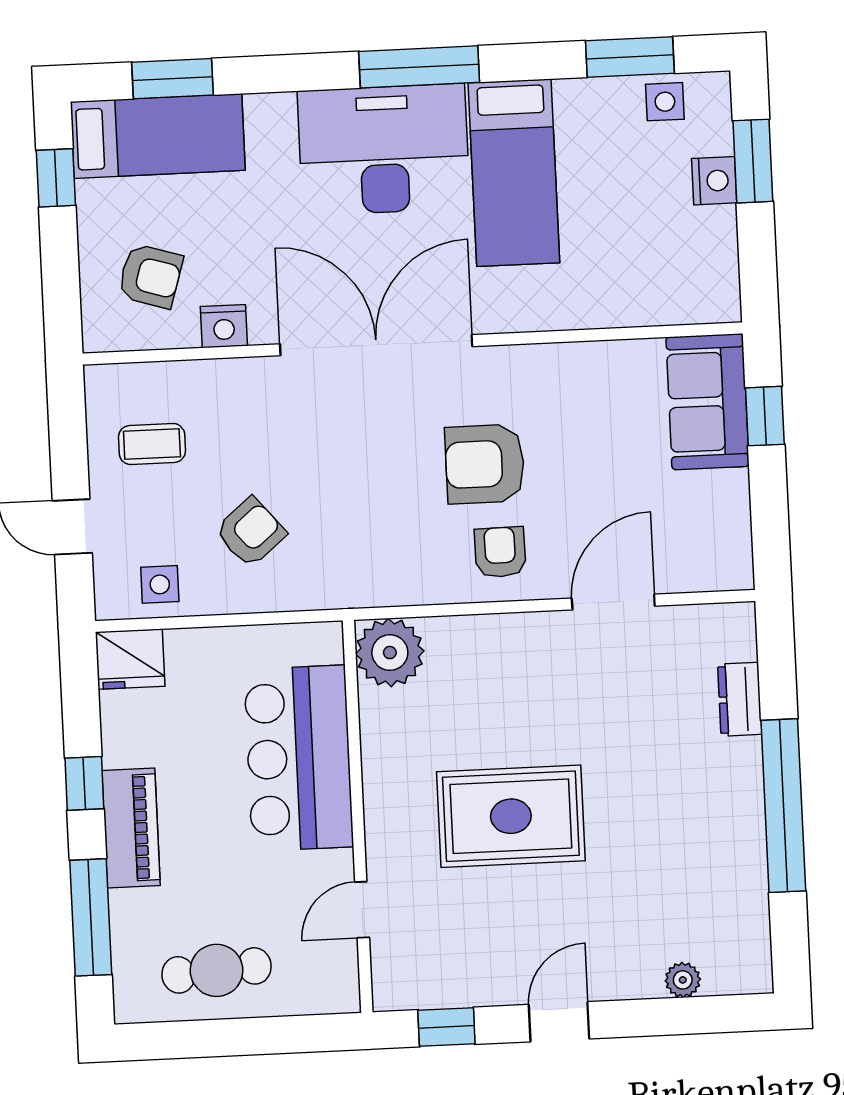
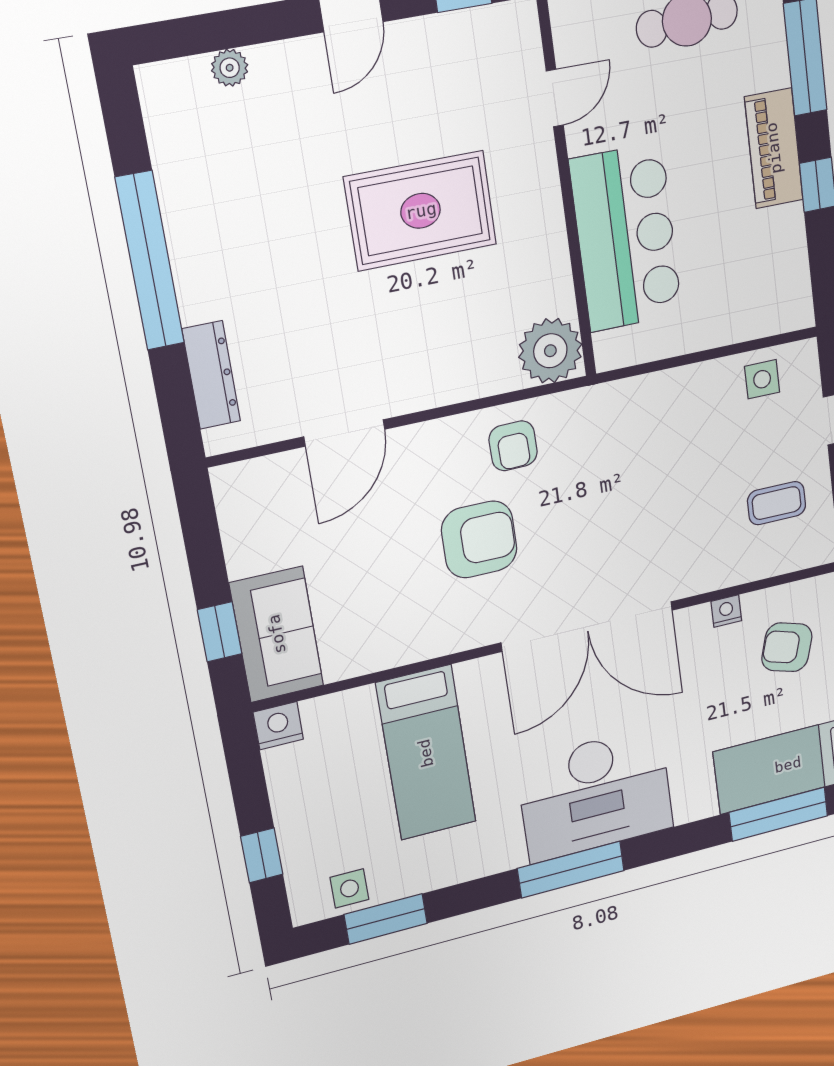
window: (172, 79) -> (779, 814), width x1.44
window: (753, 161) -> (262, 855), width x0.67
bed: (514, 173) -> (426, 753), moved, turned 180
nightstand: (714, 181) -> (278, 726), moved, turned 90
nightstand: (224, 326) -> (726, 611), width x0.72, depth x0.74
armchair: (251, 532) -> (685, 440), removed
armchair: (500, 552) -> (513, 446), moved
fridge: (130, 659) -> (784, 307), removed
dresser: (740, 699) -> (211, 375), width x1.44

